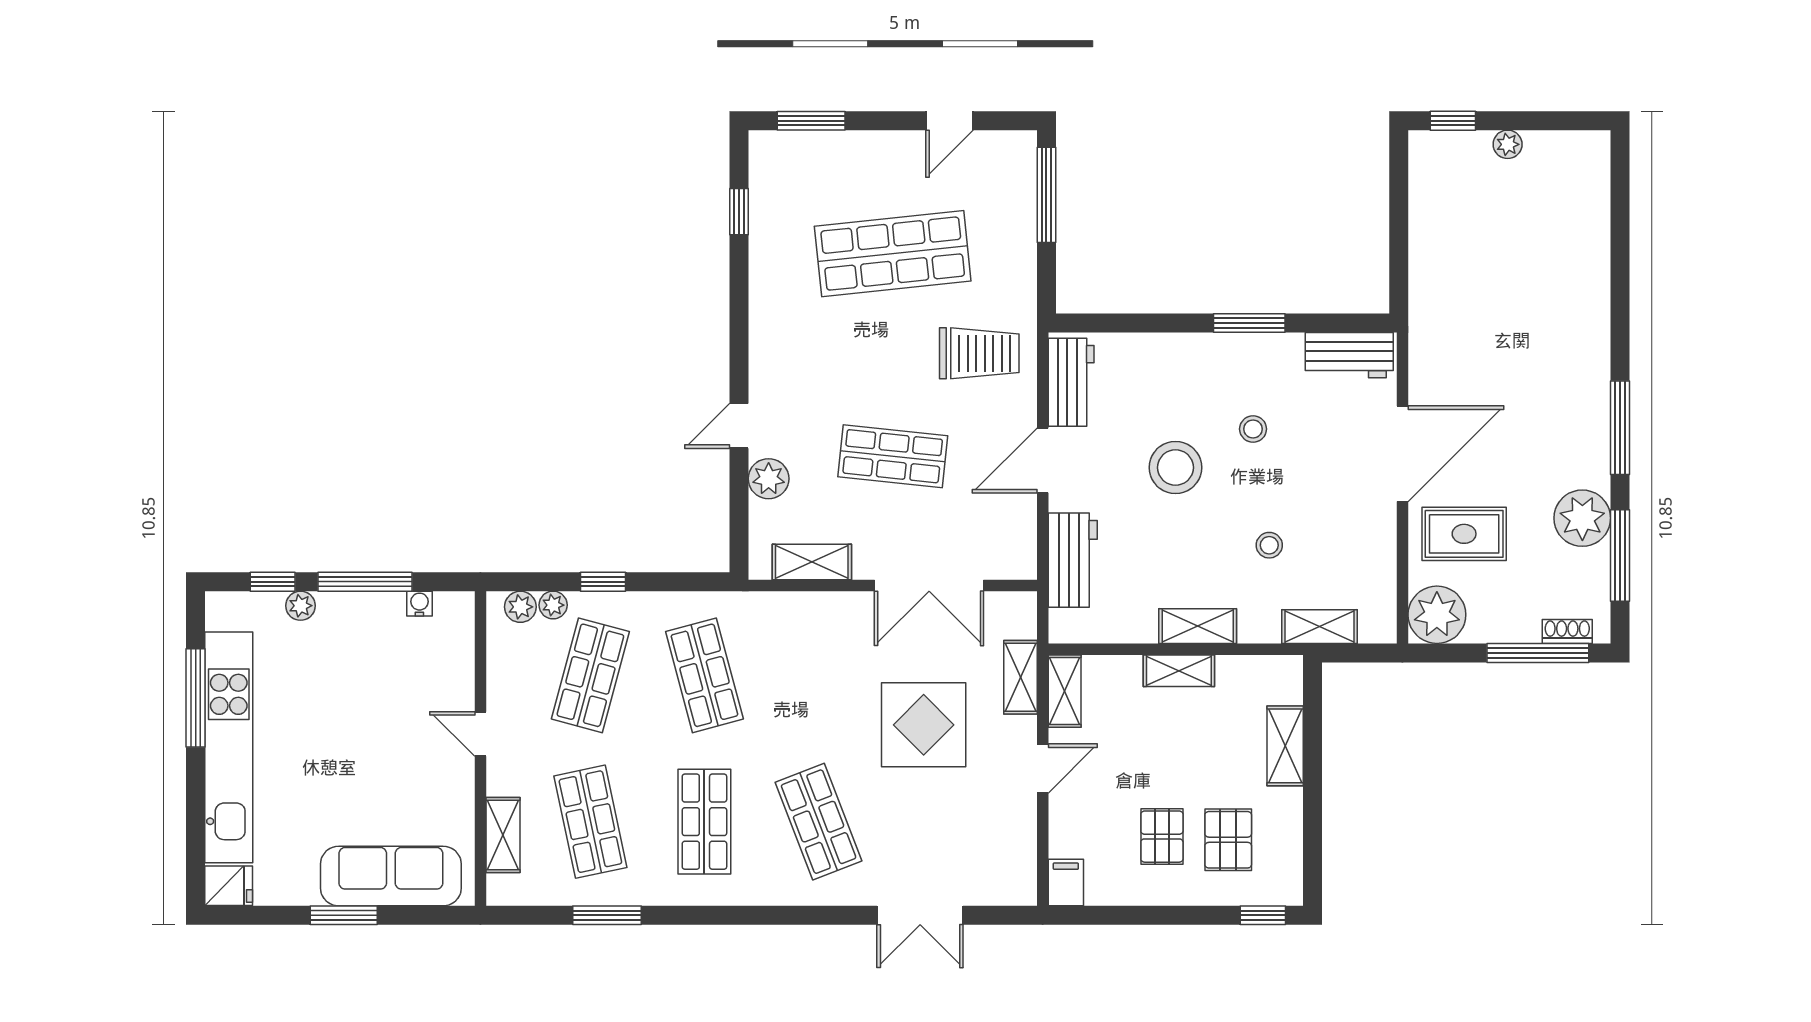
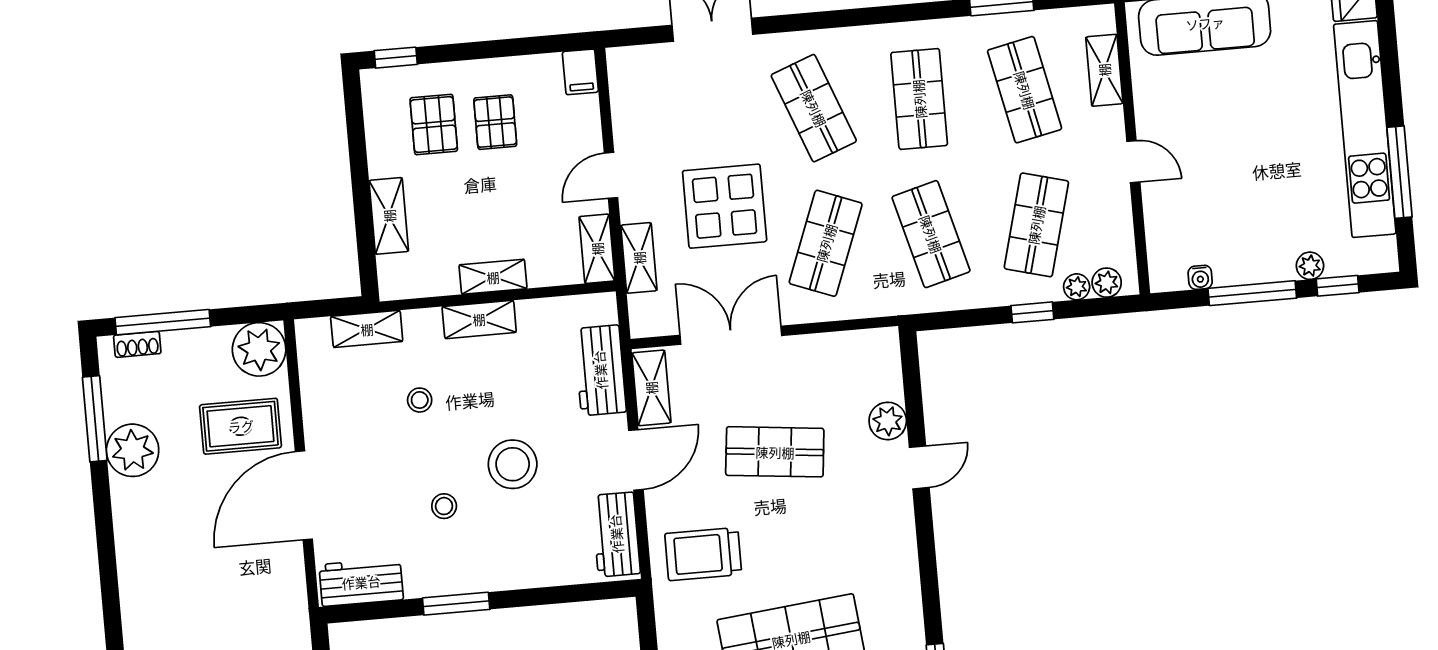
window: (1620, 428) -> (105, 537), removed
shelving: (812, 562) -> (651, 388), moved, turned 90
shop shelf: (819, 675) -> (826, 243), added

